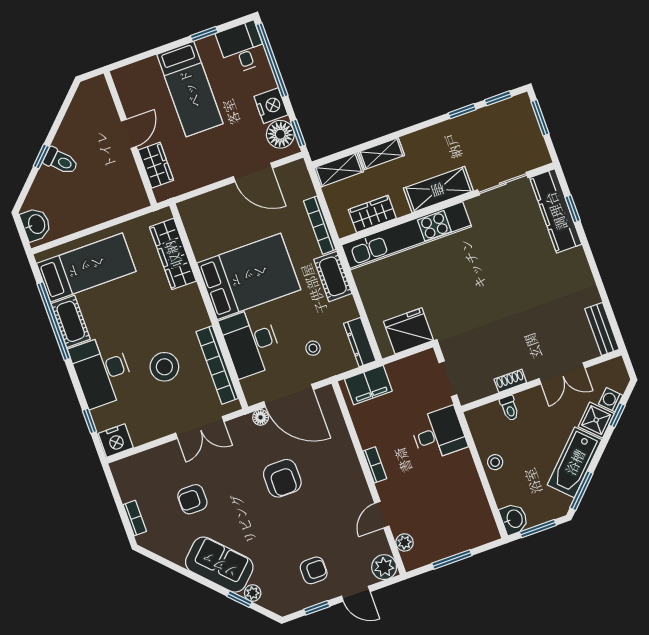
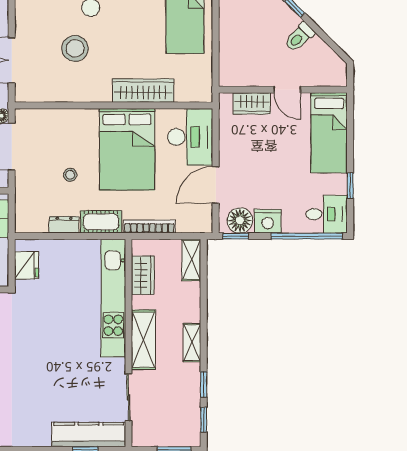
bed: (190, 89) -> (329, 133), moved, turned -90
shelving: (381, 154) -> (192, 343), moved
toilet: (61, 161) -> (299, 37), moved
wardrobe: (173, 254) -> (143, 91), moved
fridge: (408, 331) -> (27, 265), width x0.73, depth x0.75
desk: (251, 342) -> (190, 137), moved, turned 90
dresser: (360, 342) -> (64, 225), moved, width x0.70
stool: (313, 348) -> (70, 175), moved
bookcase: (217, 365) -> (60, 94), removed

